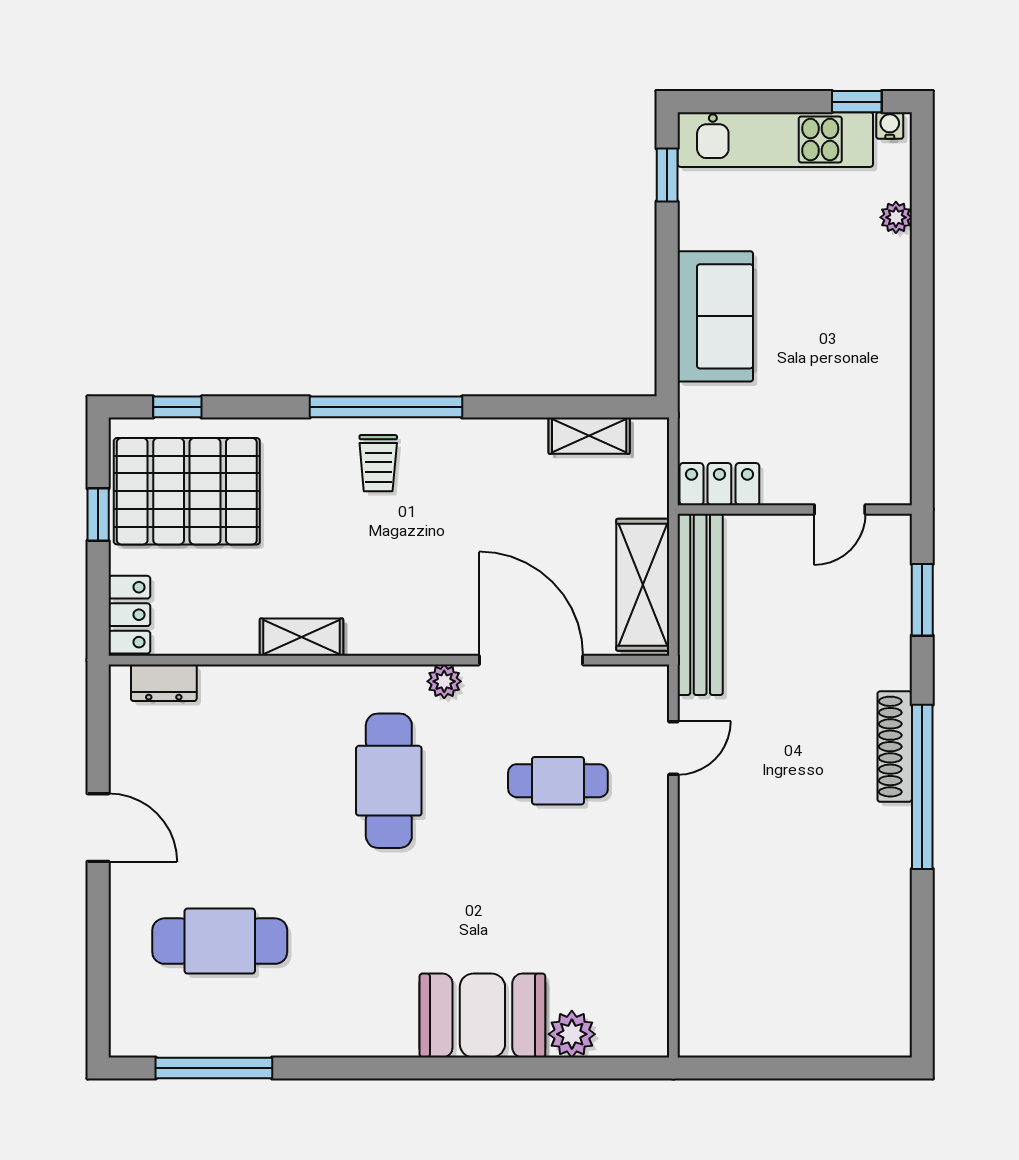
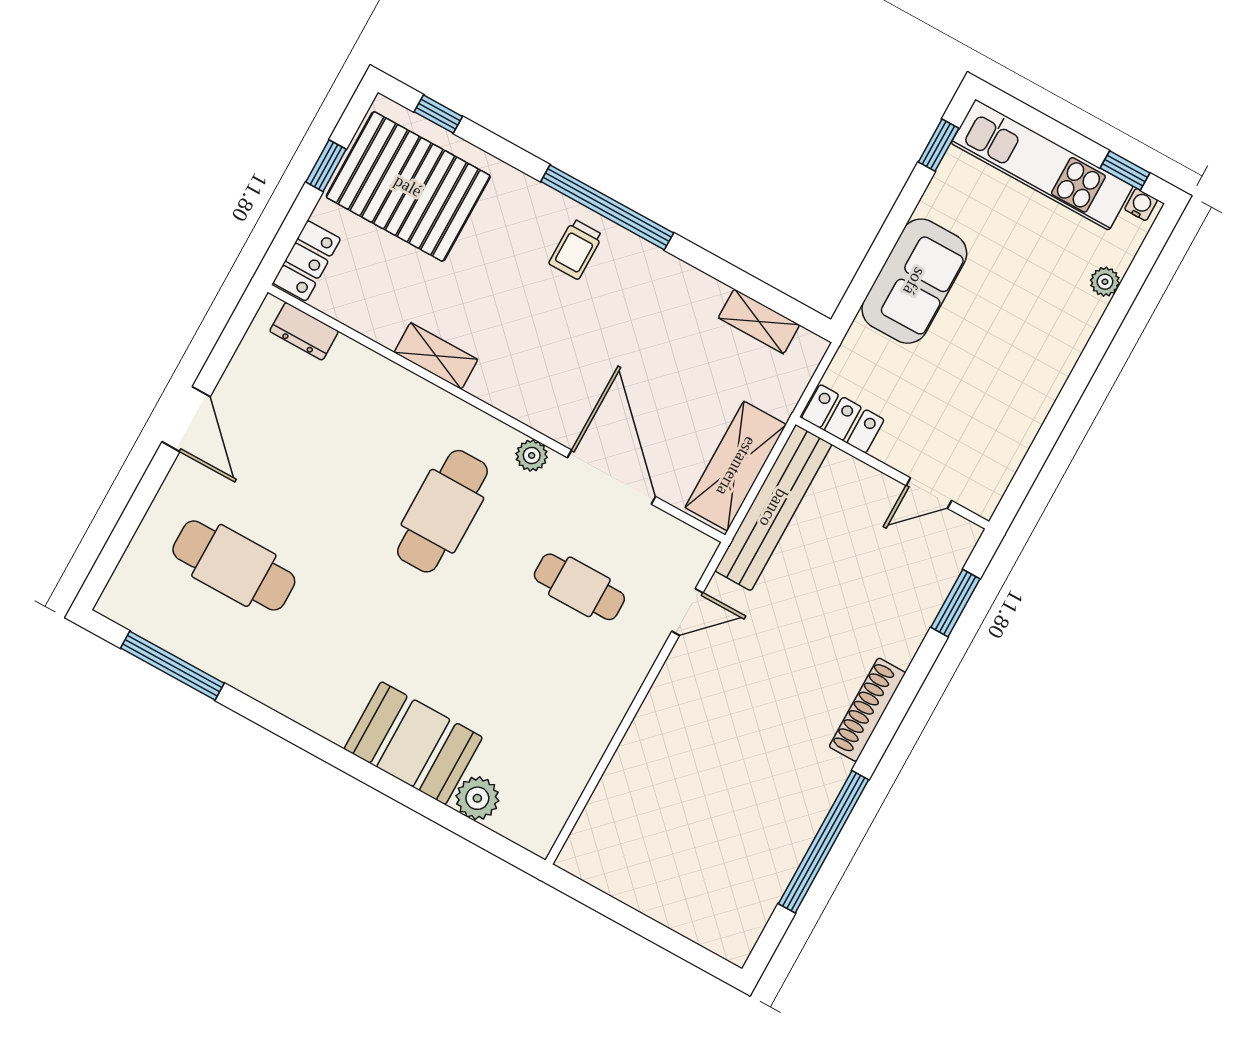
window: (922, 787) -> (824, 842), moved

